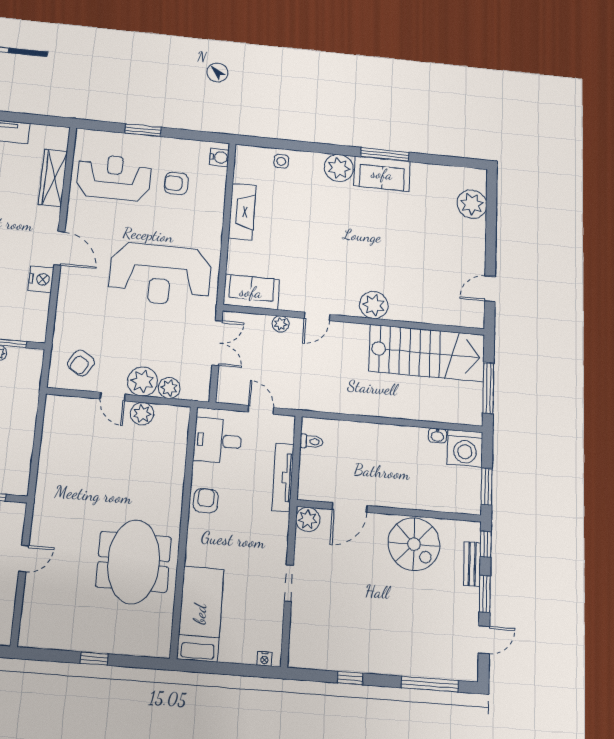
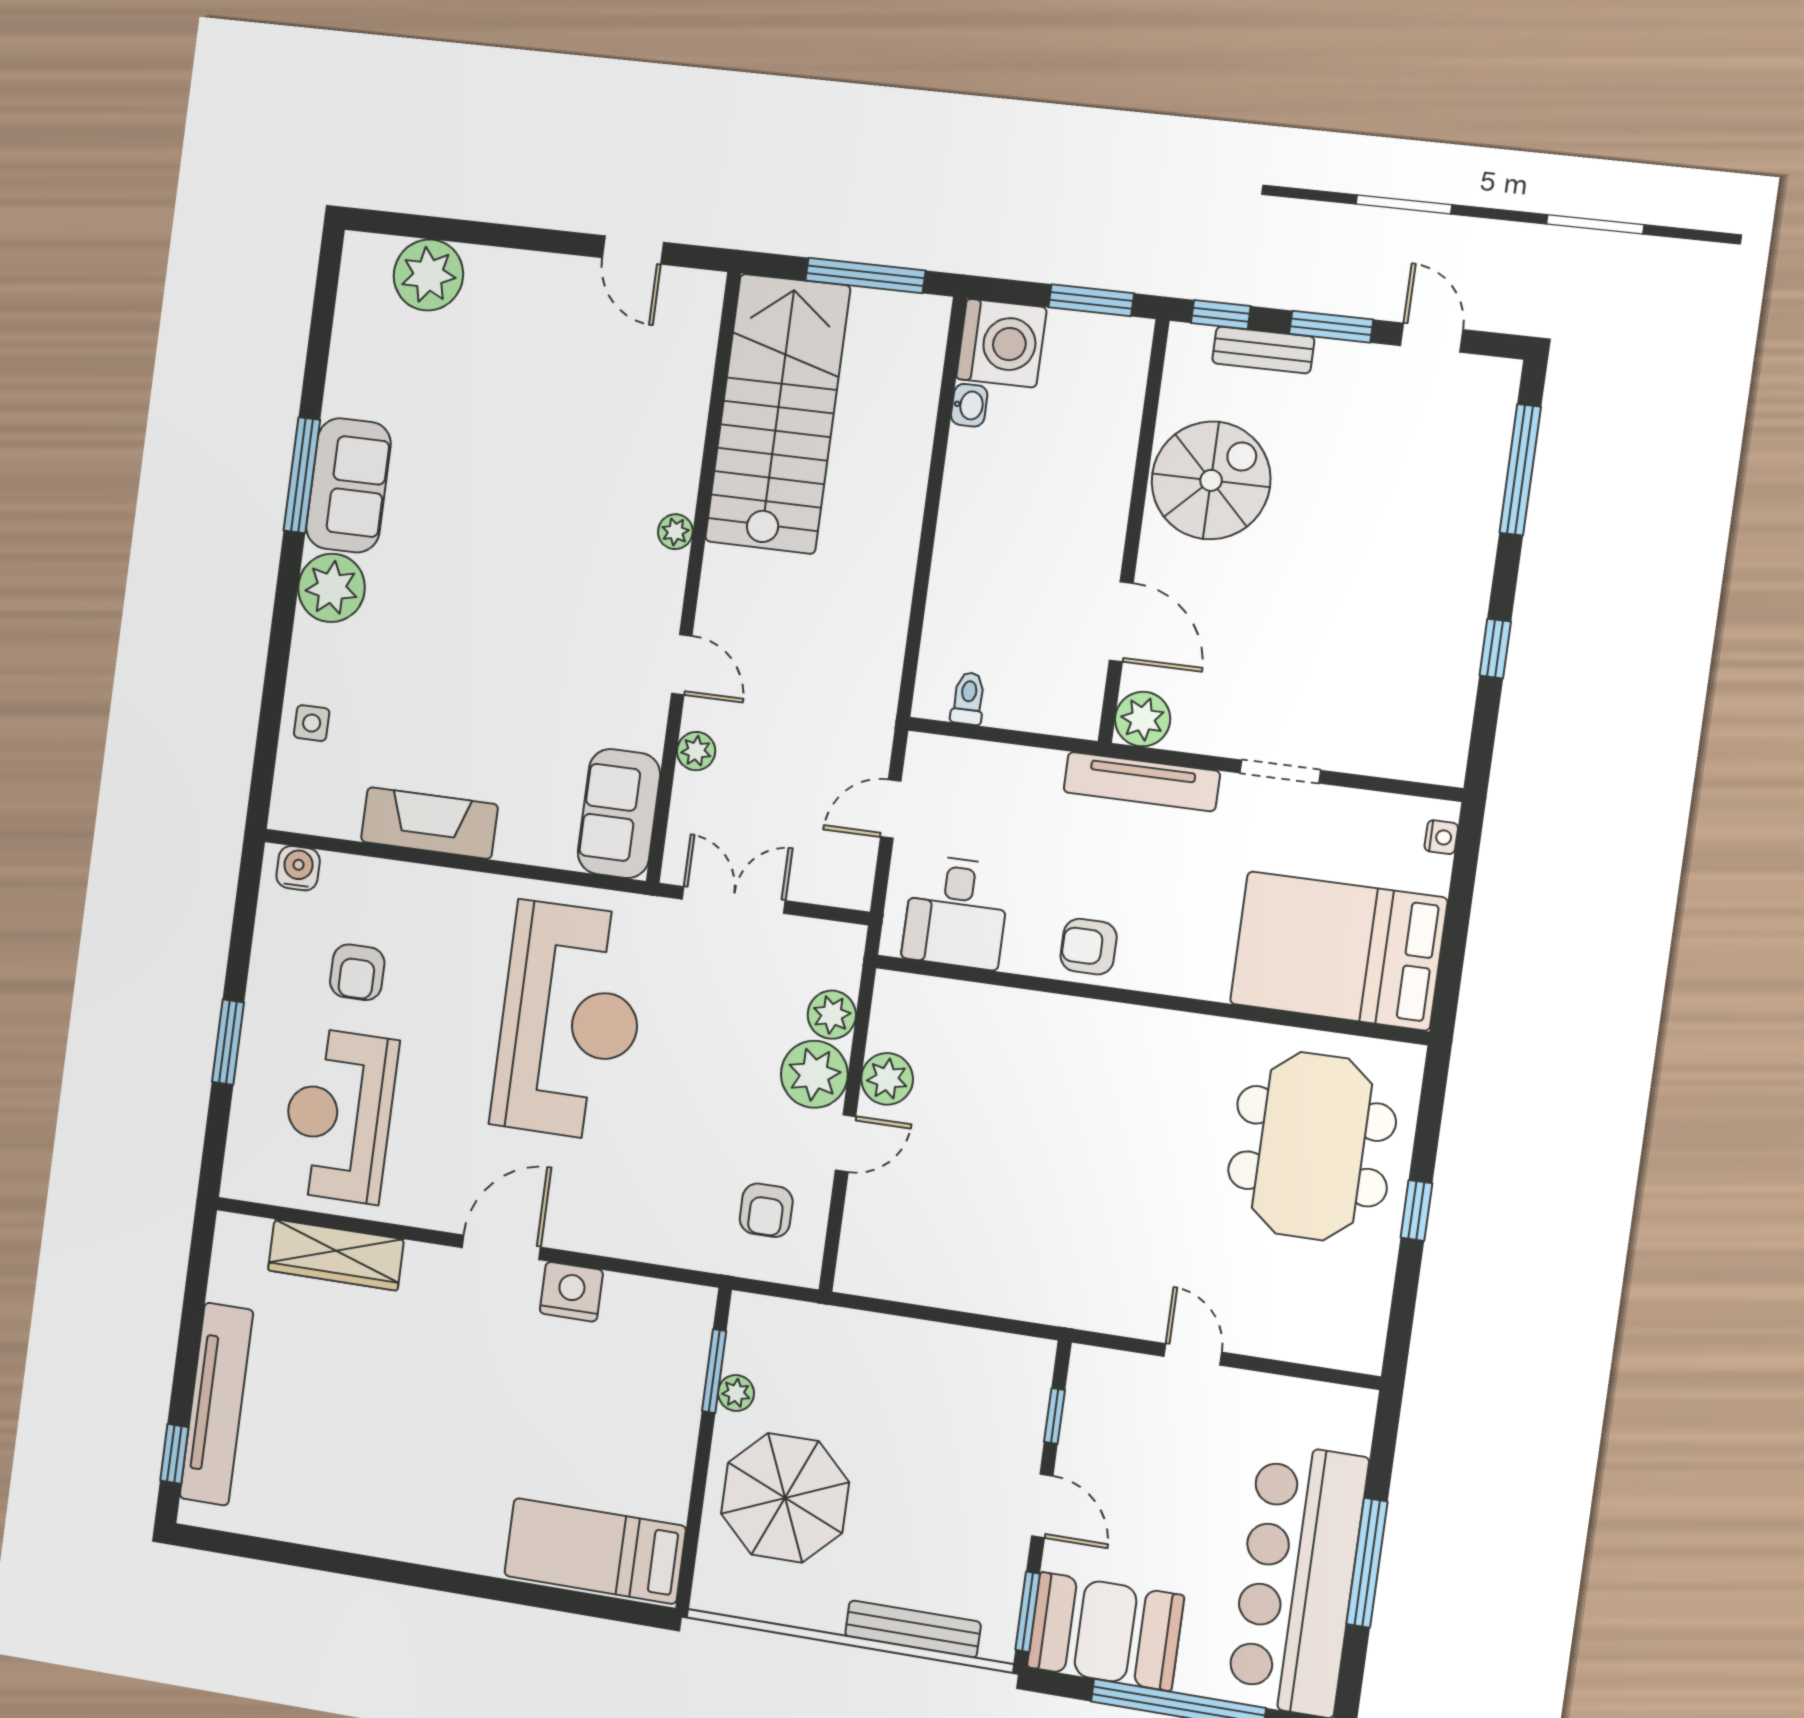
plant: (374, 305) -> (675, 532), width x0.53, depth x0.53
armchair: (81, 363) -> (766, 1210), turned 59
tv unit: (283, 477) -> (1142, 782), moved
meeting table: (134, 562) -> (1312, 1146), moved, turned 90
bed: (200, 614) -> (1338, 951), width x1.50

